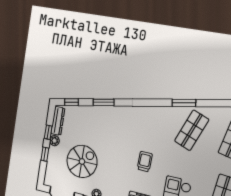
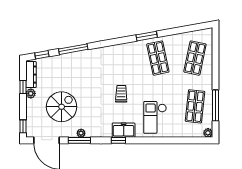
window: (104, 102) -> (73, 49), width x1.44
shop shelf: (192, 130) -> (158, 58), turned -33
window: (45, 154) -> (23, 126), moved

